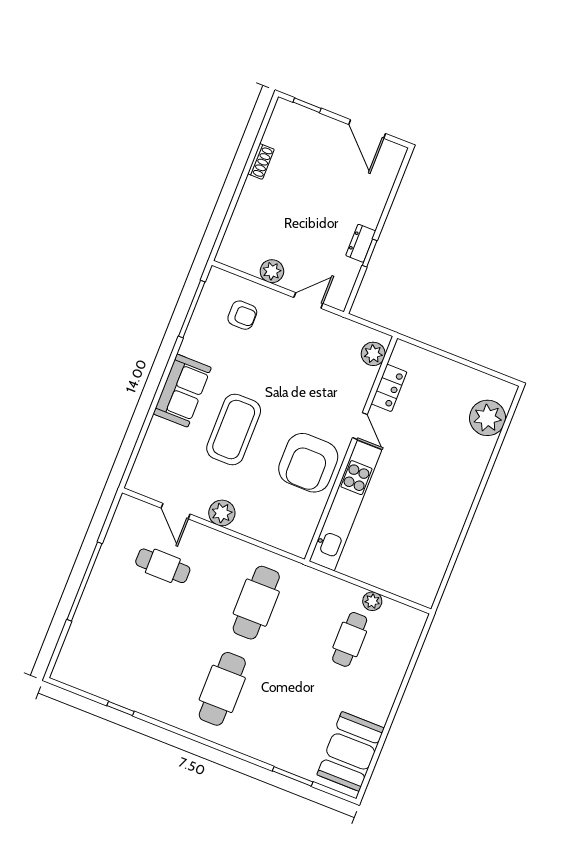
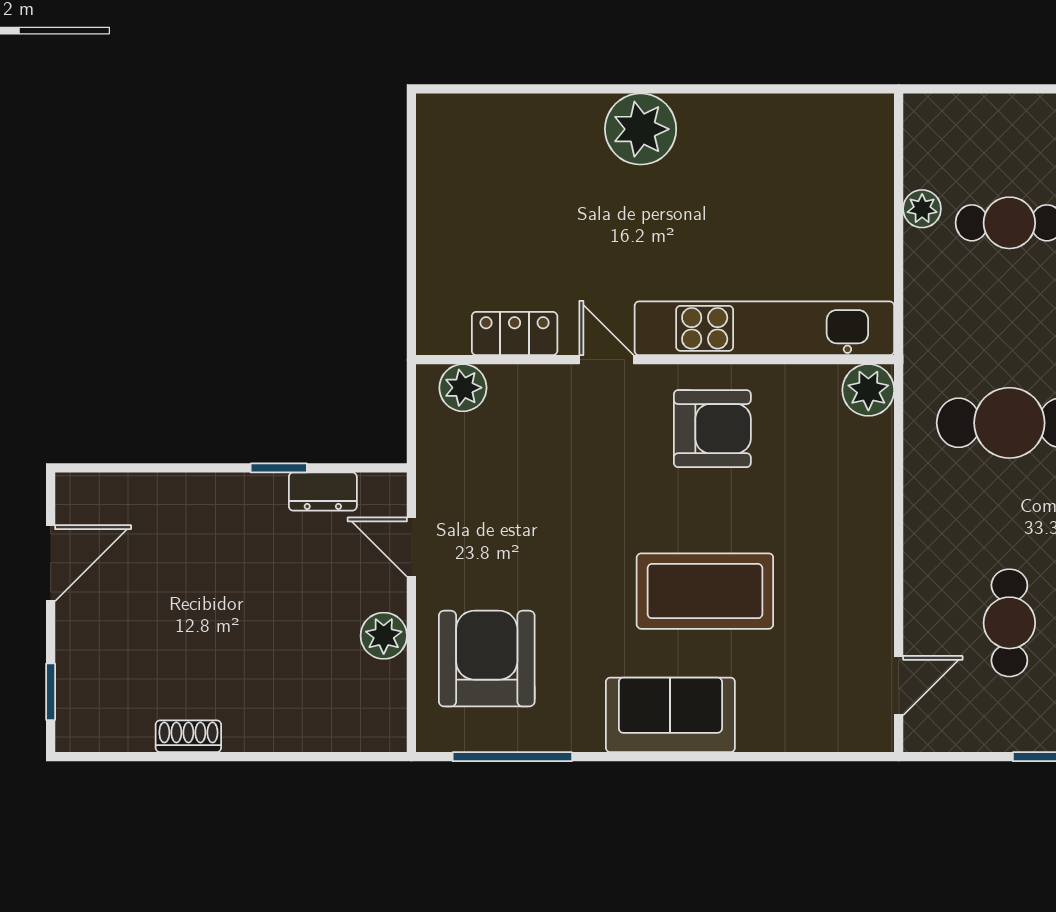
dresser: (361, 243) -> (323, 492), moved
armchair: (242, 315) -> (487, 659), width x1.88, depth x1.88
plant: (488, 418) -> (641, 129), moved
door: (360, 426) -> (606, 360), hinge flipped
armchair: (308, 463) -> (712, 429), width x0.73, depth x0.73
door: (176, 511) -> (899, 686), moved
plant: (222, 513) -> (868, 390), moved

